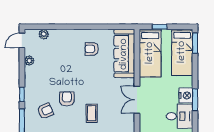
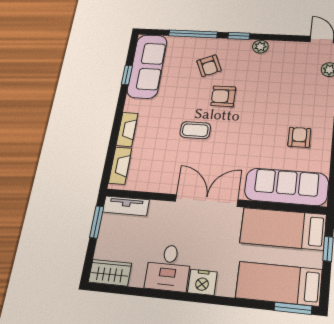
plant: (29, 61) -> (260, 47), moved
armchair: (67, 99) -> (223, 96), turned 180
double door: (137, 100) -> (207, 201), width x1.37
window: (195, 100) -> (192, 298), removed

